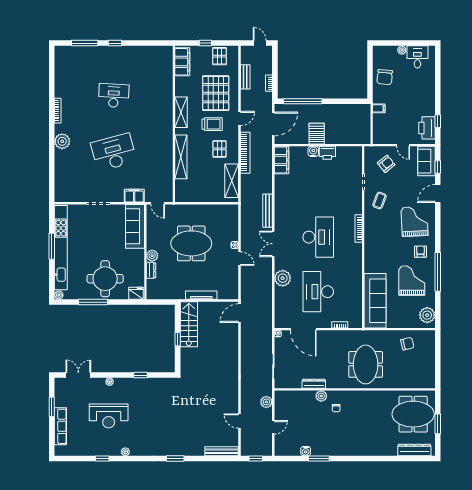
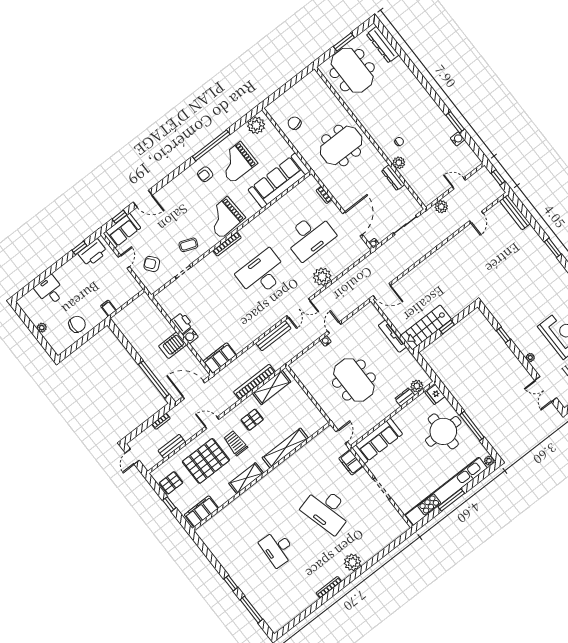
desk: (417, 57) -> (50, 290), moved, turned 90
bookcase: (245, 153) -> (254, 382), moved
grand piano: (414, 221) -> (224, 218), moved
plant: (152, 256) -> (417, 386), moved

